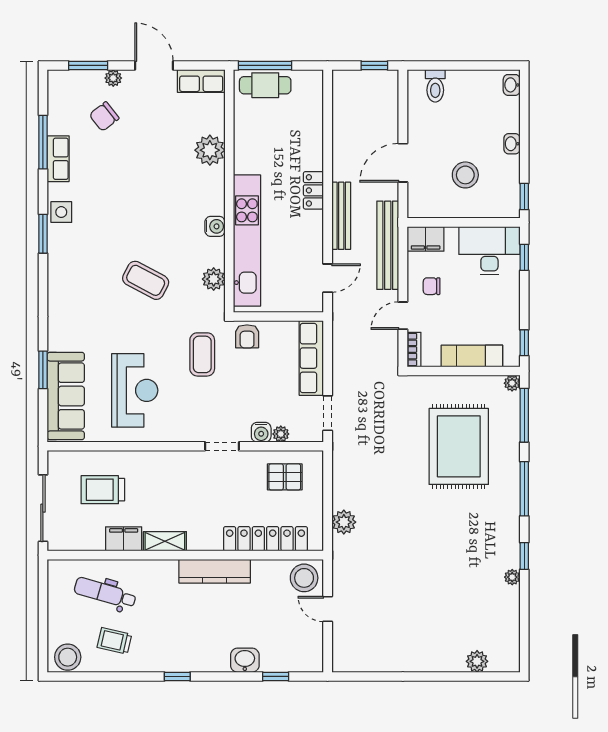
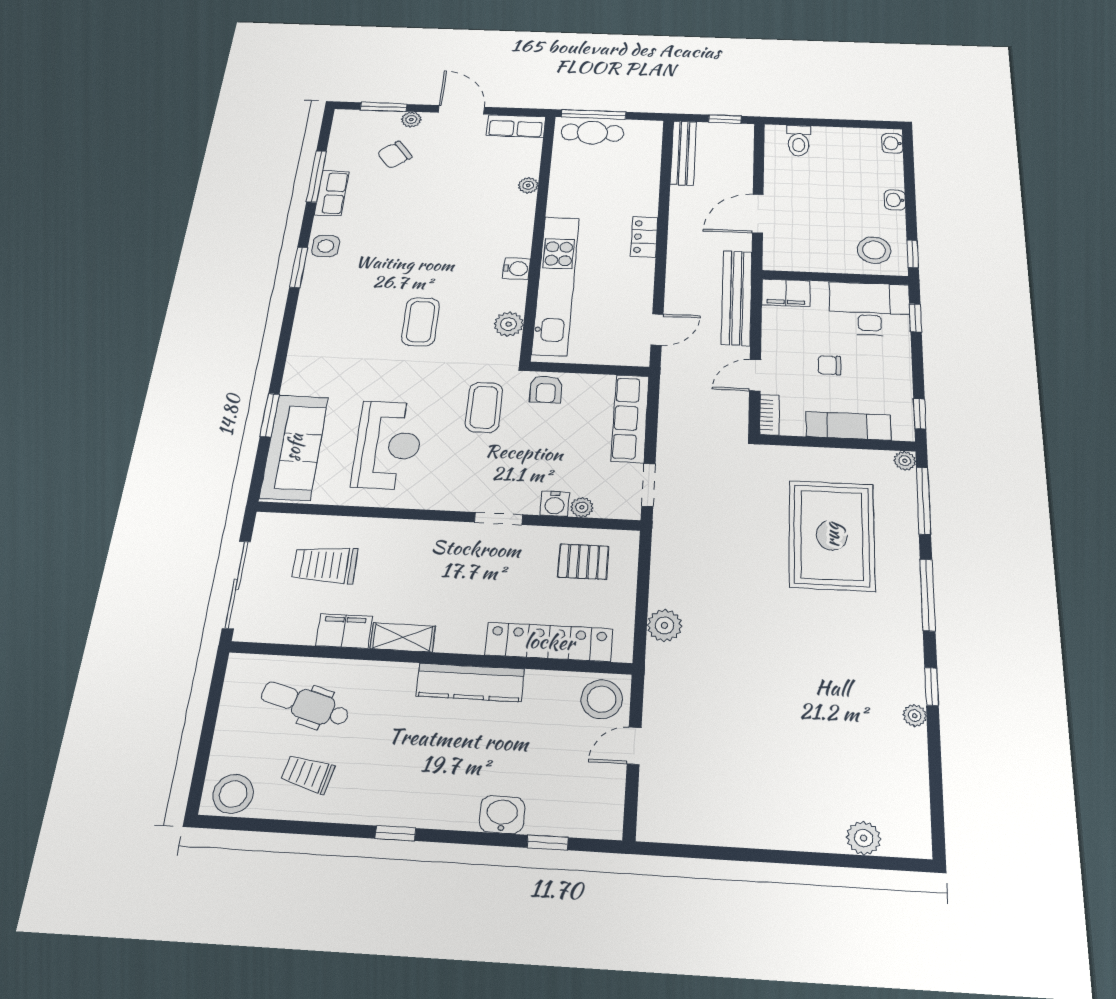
plant: (210, 150) -> (528, 185), width x0.53, depth x0.53
stool: (465, 175) -> (874, 250), moved
bench: (341, 216) -> (683, 153), moved
coffee table: (146, 280) -> (421, 322), turned 62
chair: (432, 286) -> (829, 365), moved
door: (328, 609) -> (634, 746), hinge flipped

